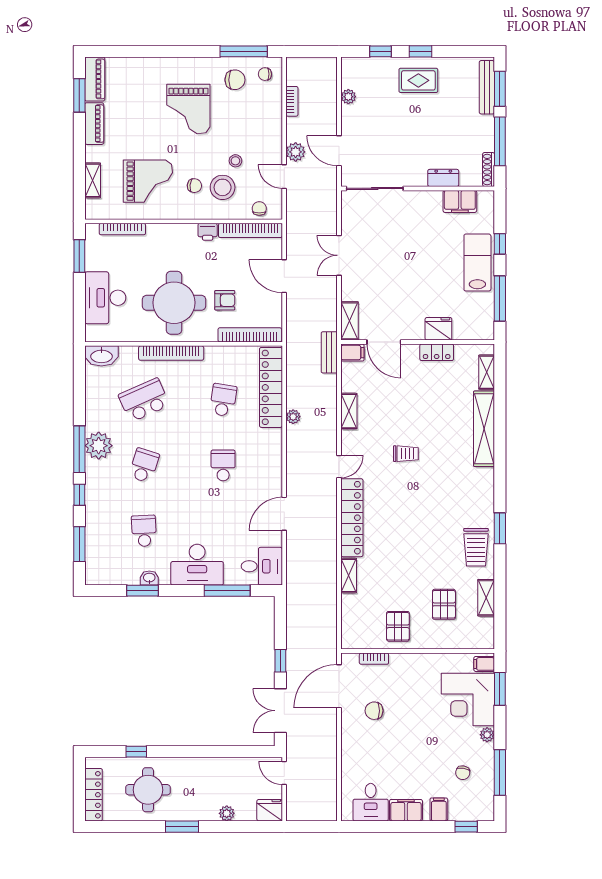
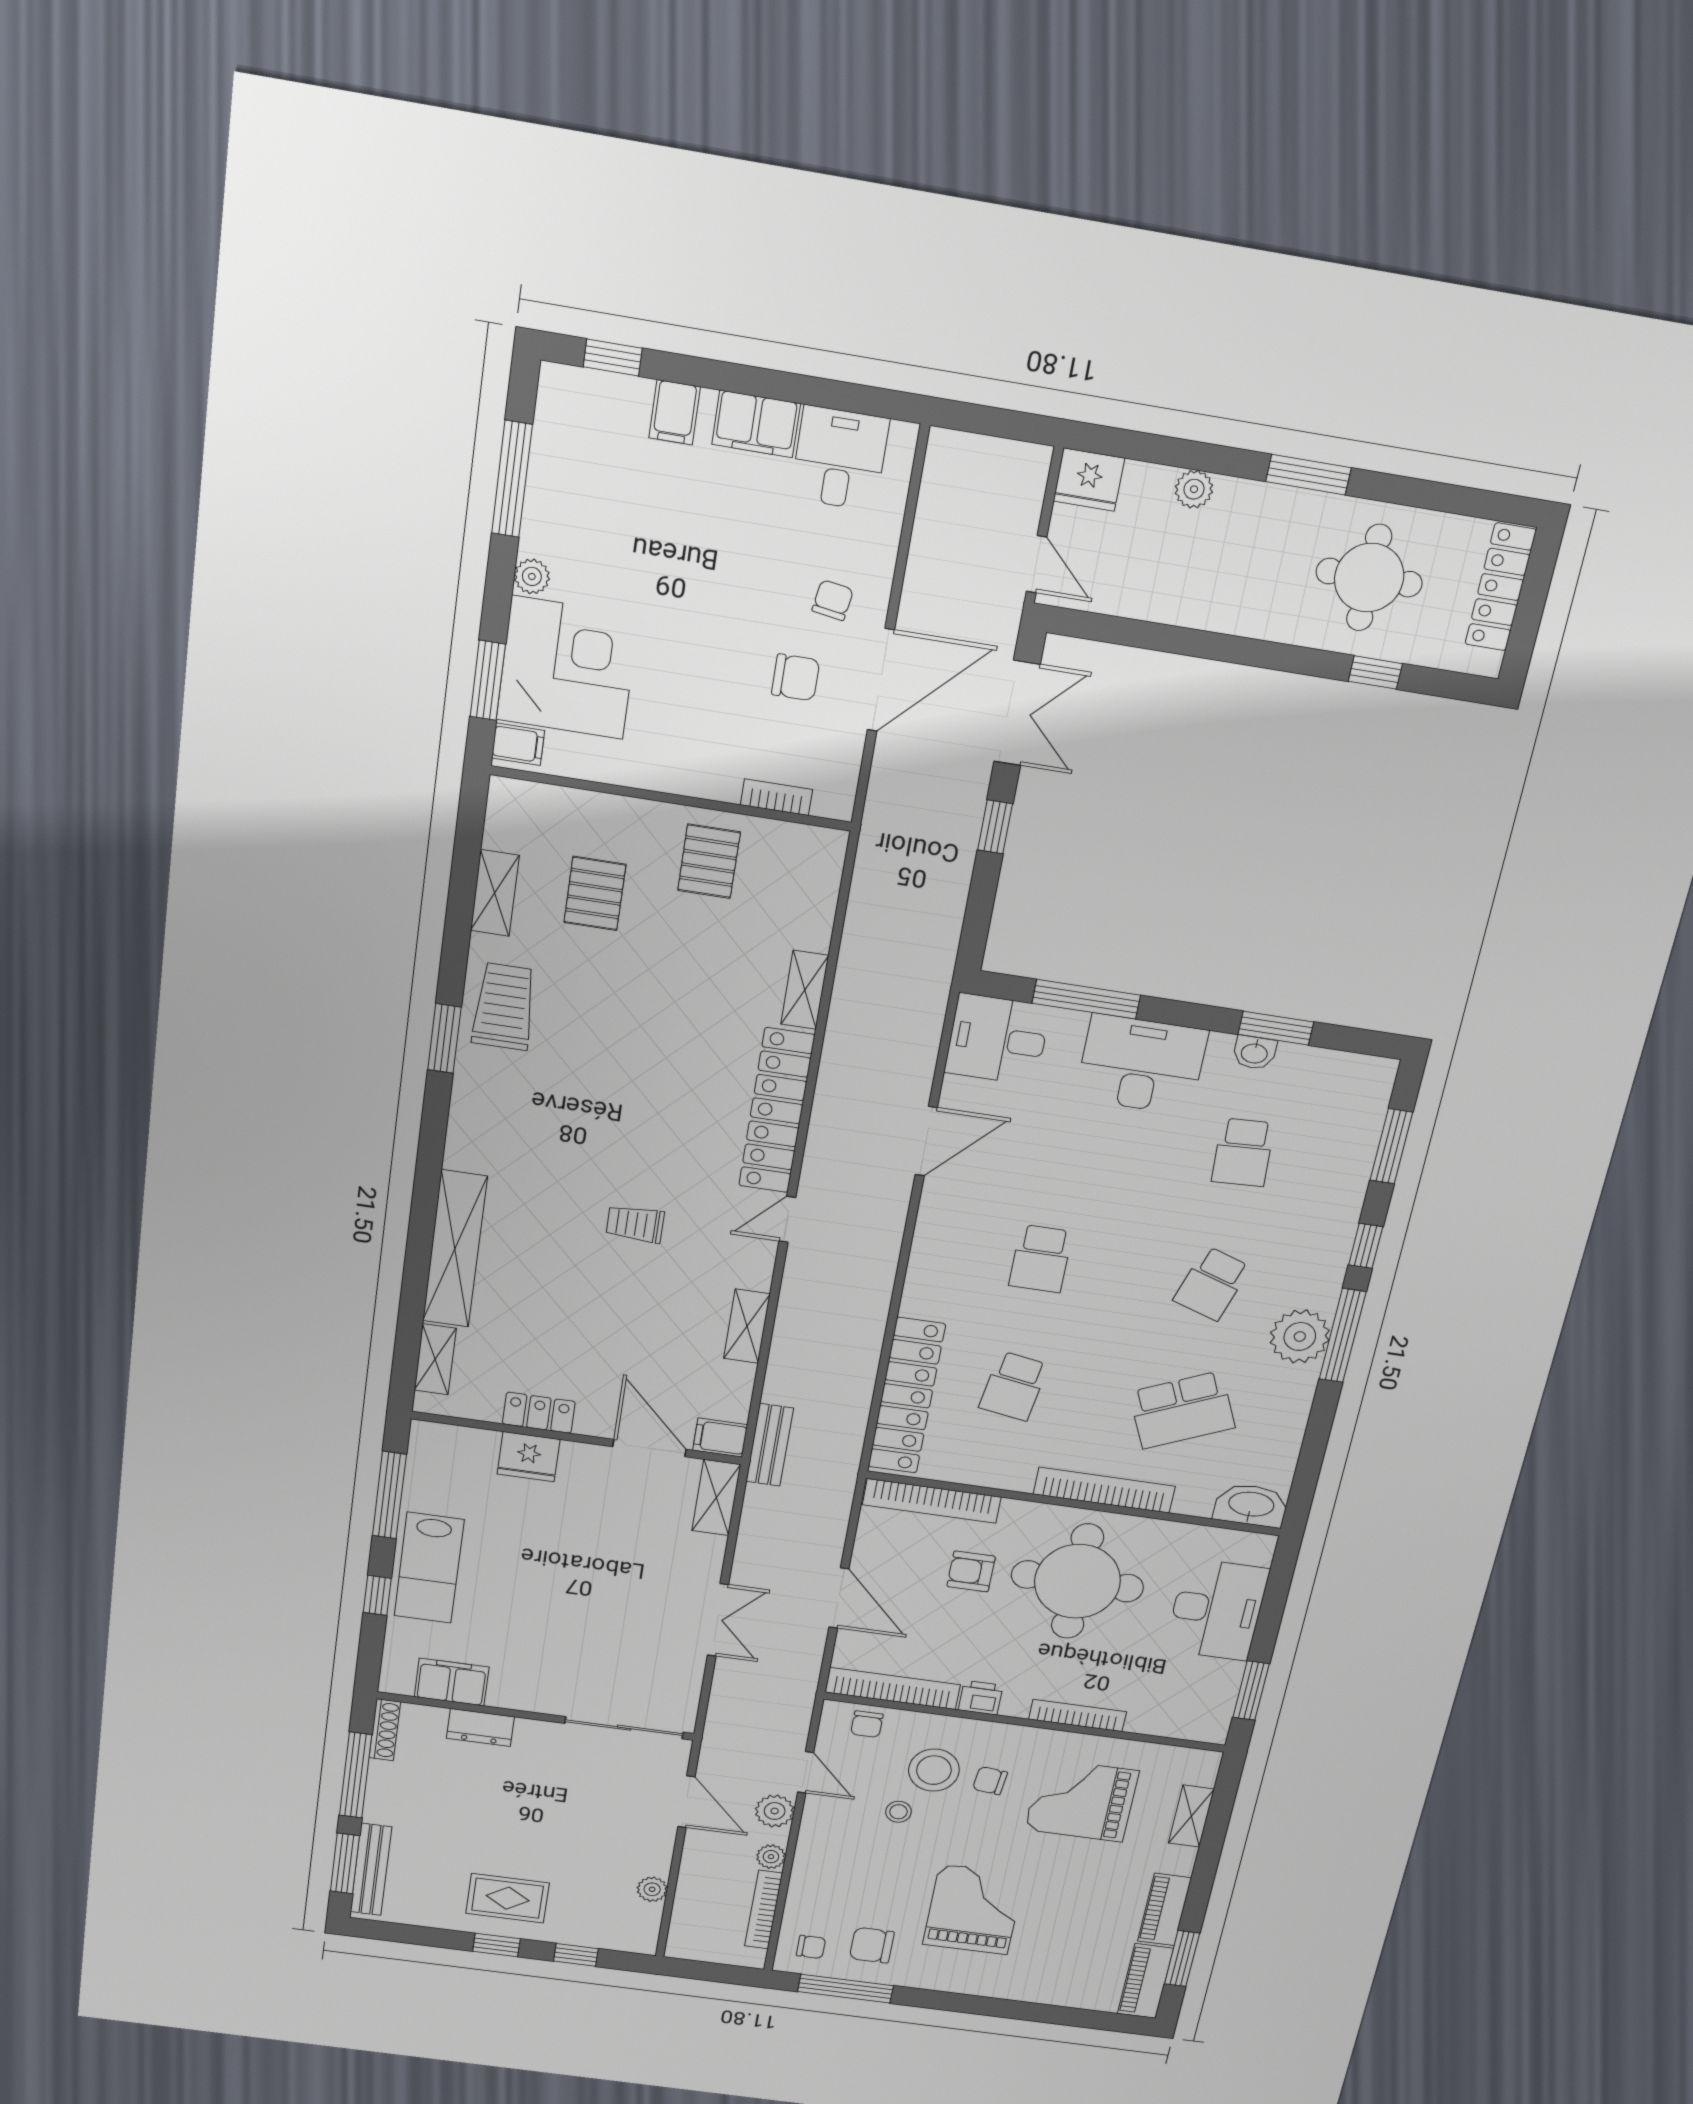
bookcase: (292, 101) -> (763, 1910), width x1.56
bookcase: (122, 229) -> (1078, 1716), moved
plant: (293, 417) -> (771, 1857), moved
door: (339, 686) -> (881, 680), moved
chair: (463, 773) -> (833, 600), moved

